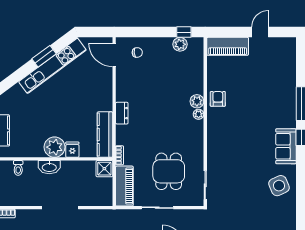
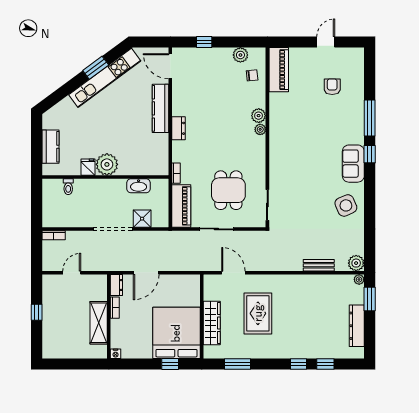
window: (184, 32) -> (204, 42), moved
piano: (228, 46) -> (279, 70), moved, turned -90
chair: (137, 52) -> (252, 75), moved
armchair: (218, 99) -> (332, 87), moved
kitchen counter: (105, 135) -> (161, 108), moved
fridge: (72, 150) -> (88, 167), moved
washbasin: (49, 167) -> (139, 186), moved
shower: (104, 169) -> (142, 219), moved

